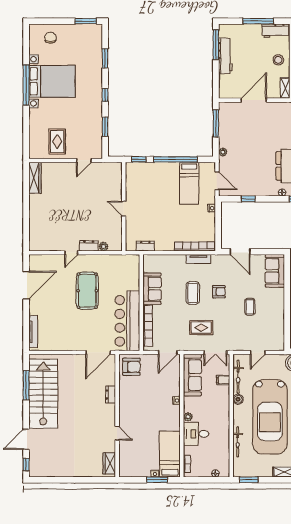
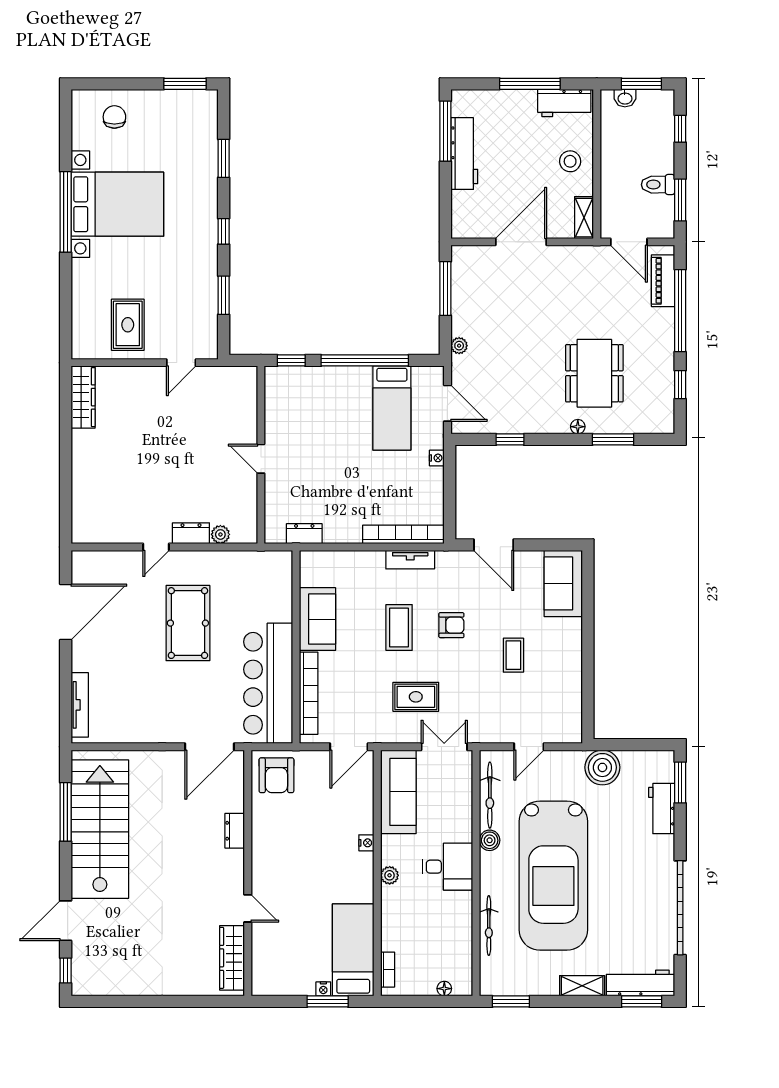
double door: (215, 353) -> (444, 747), swing flipped
armchair: (131, 367) -> (276, 775), turned 90
filing cabinet: (223, 380) -> (460, 802), removed
desk: (196, 434) -> (447, 867), moved, turned 180
wardrobe: (109, 463) -> (232, 958), width x1.50

